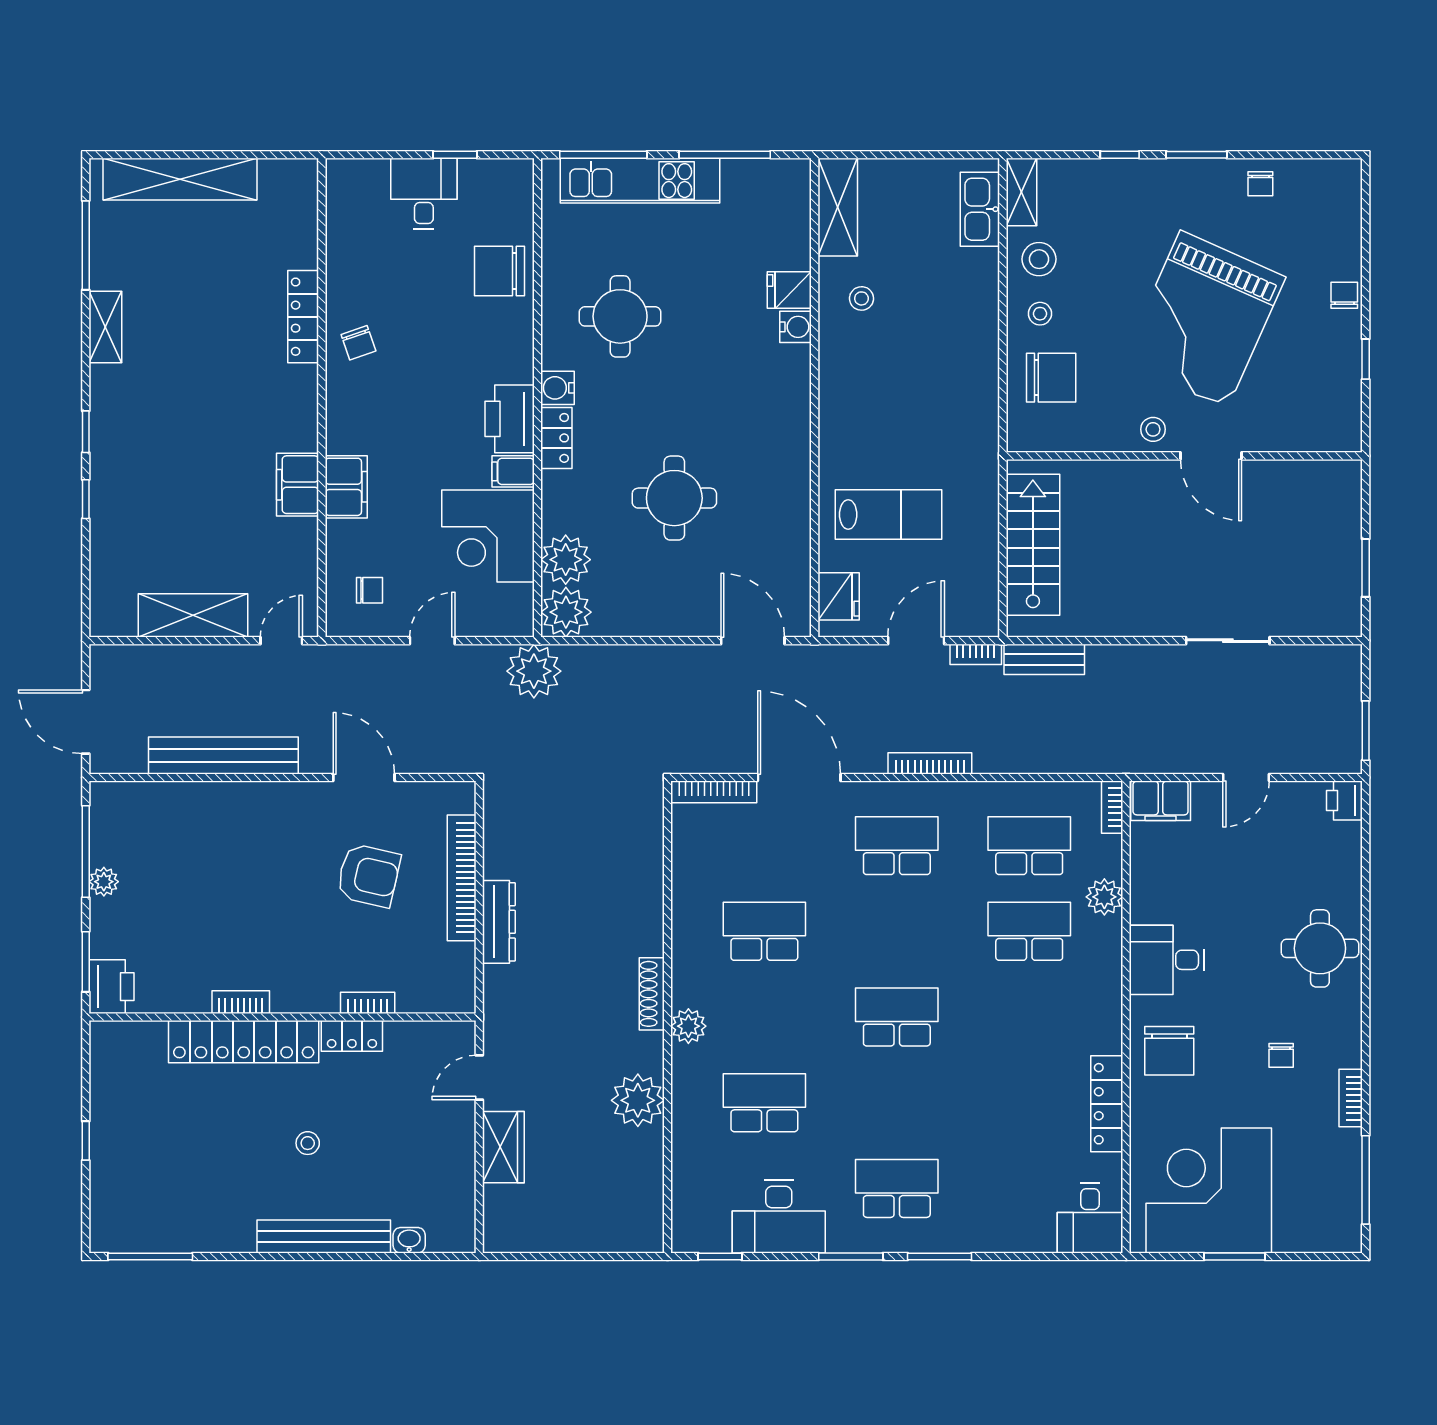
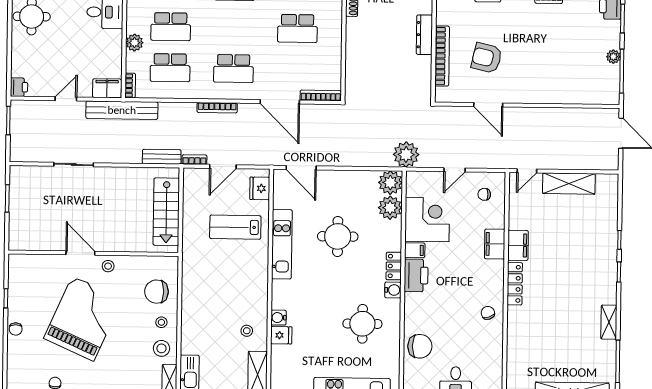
locker: (303, 317) -> (515, 284), moved
kitchen unit: (791, 480) -> (282, 244), added
bench: (223, 755) -> (122, 110), moved

